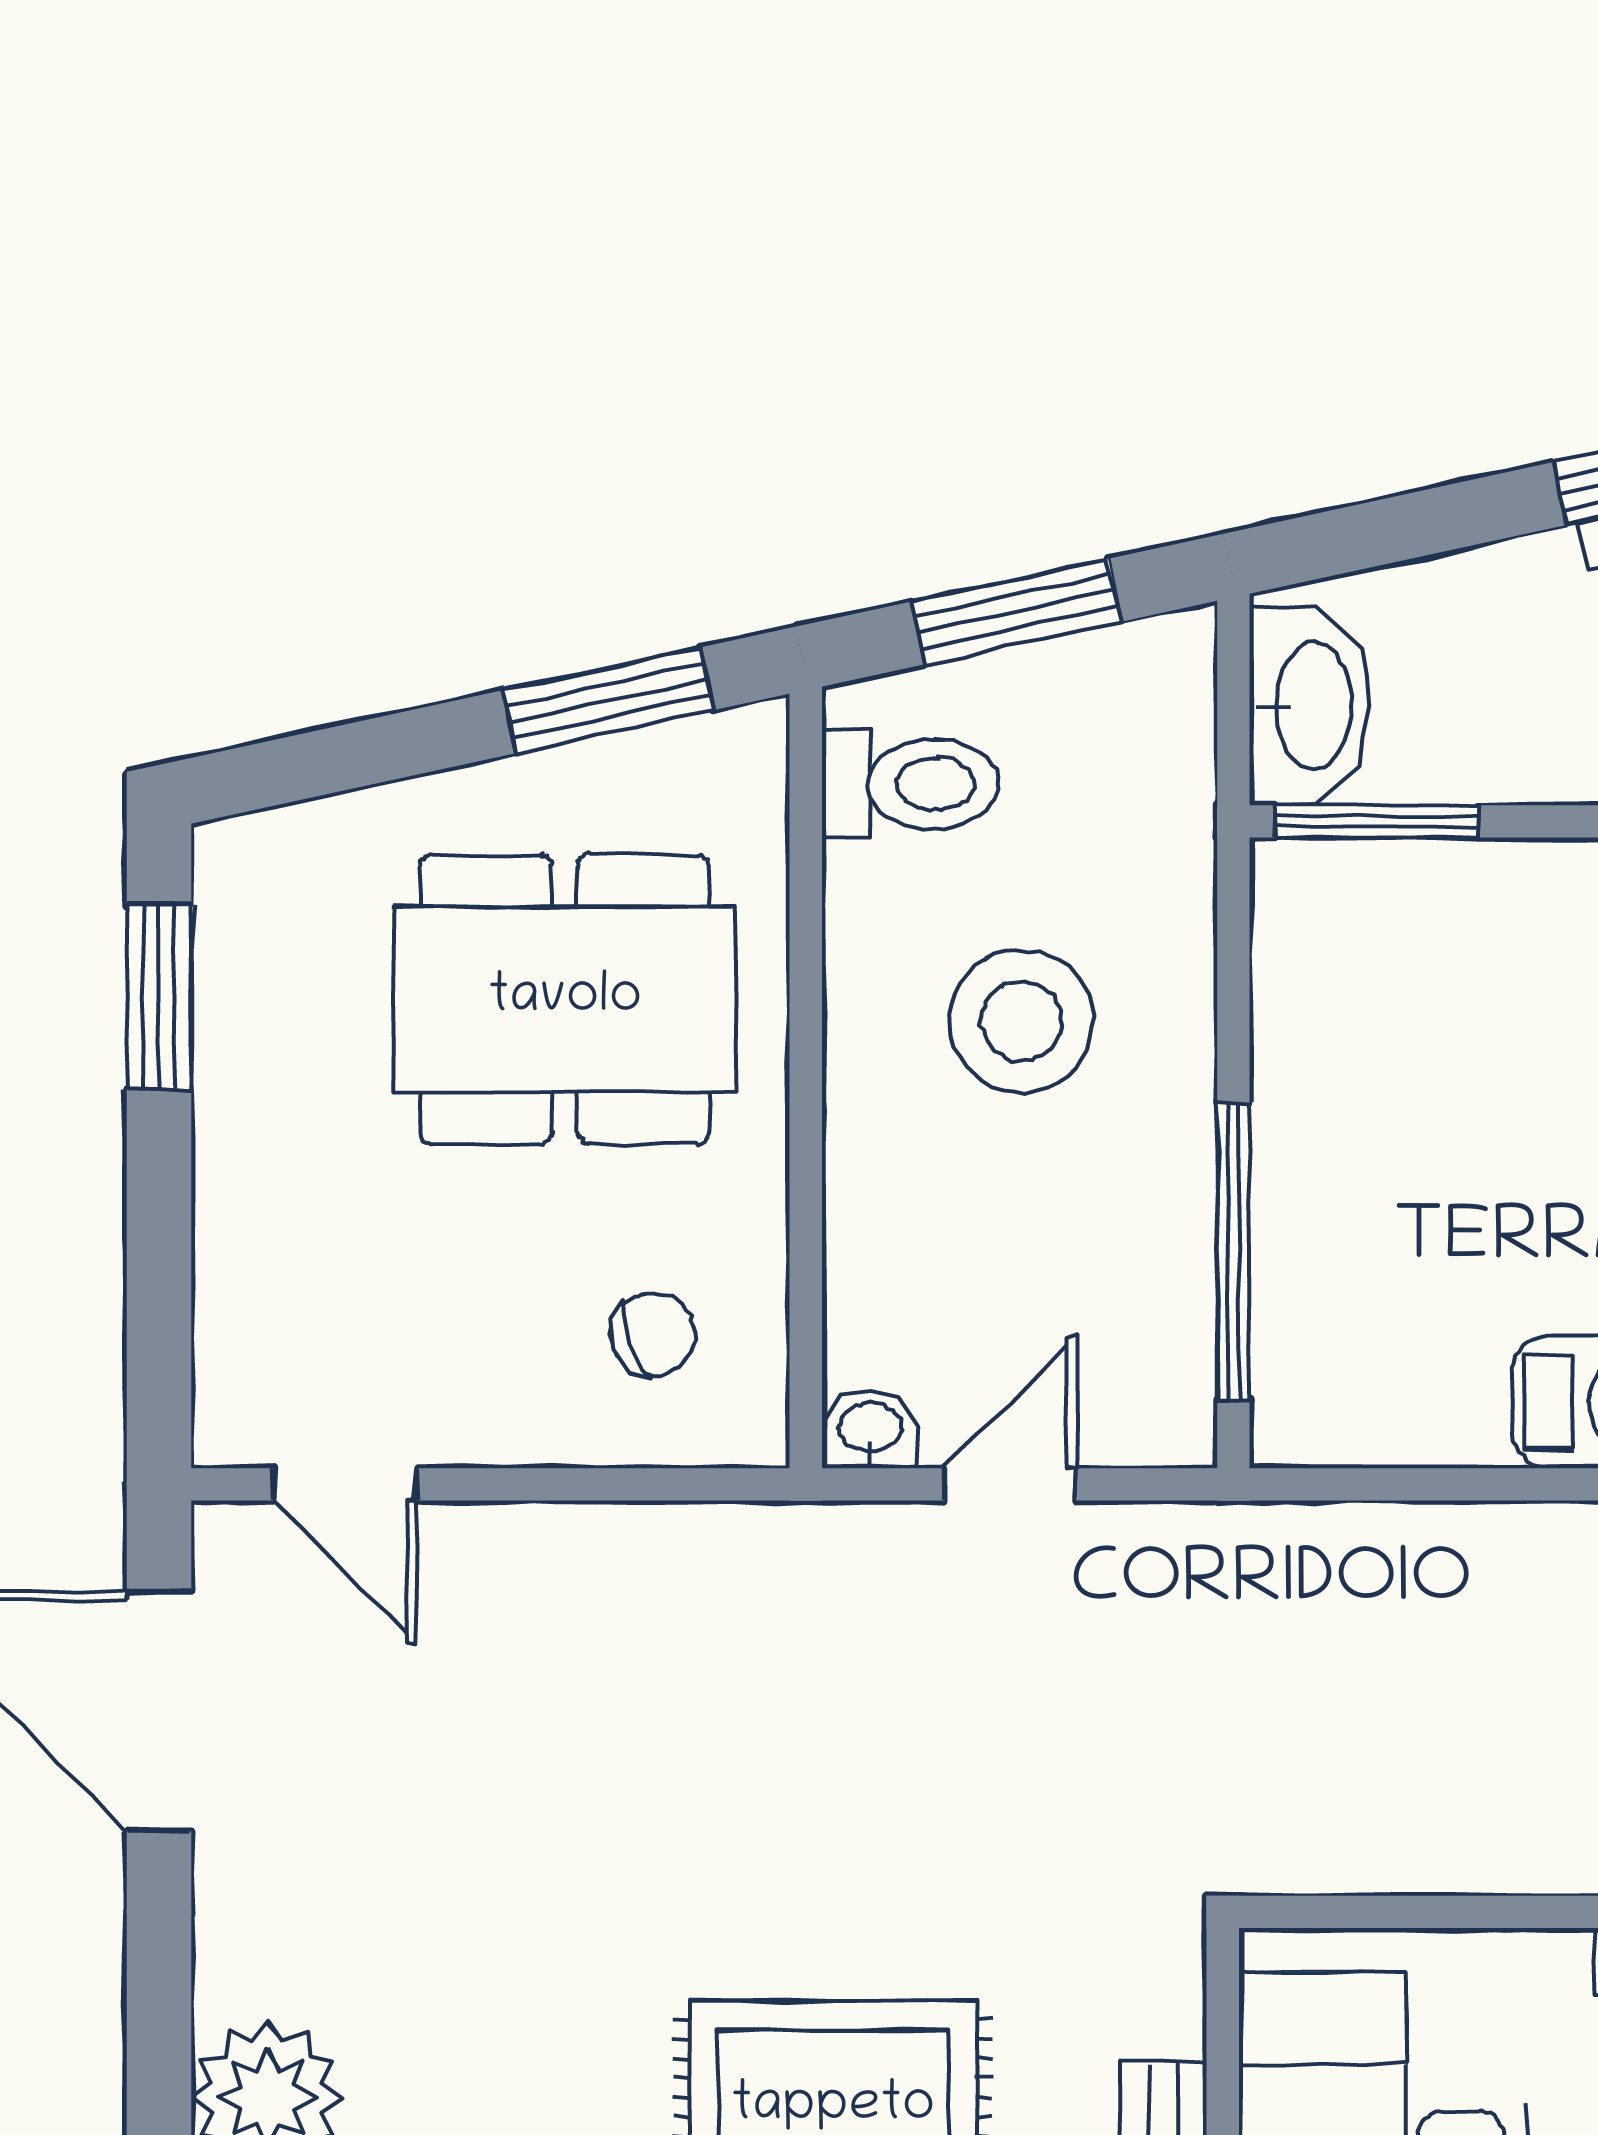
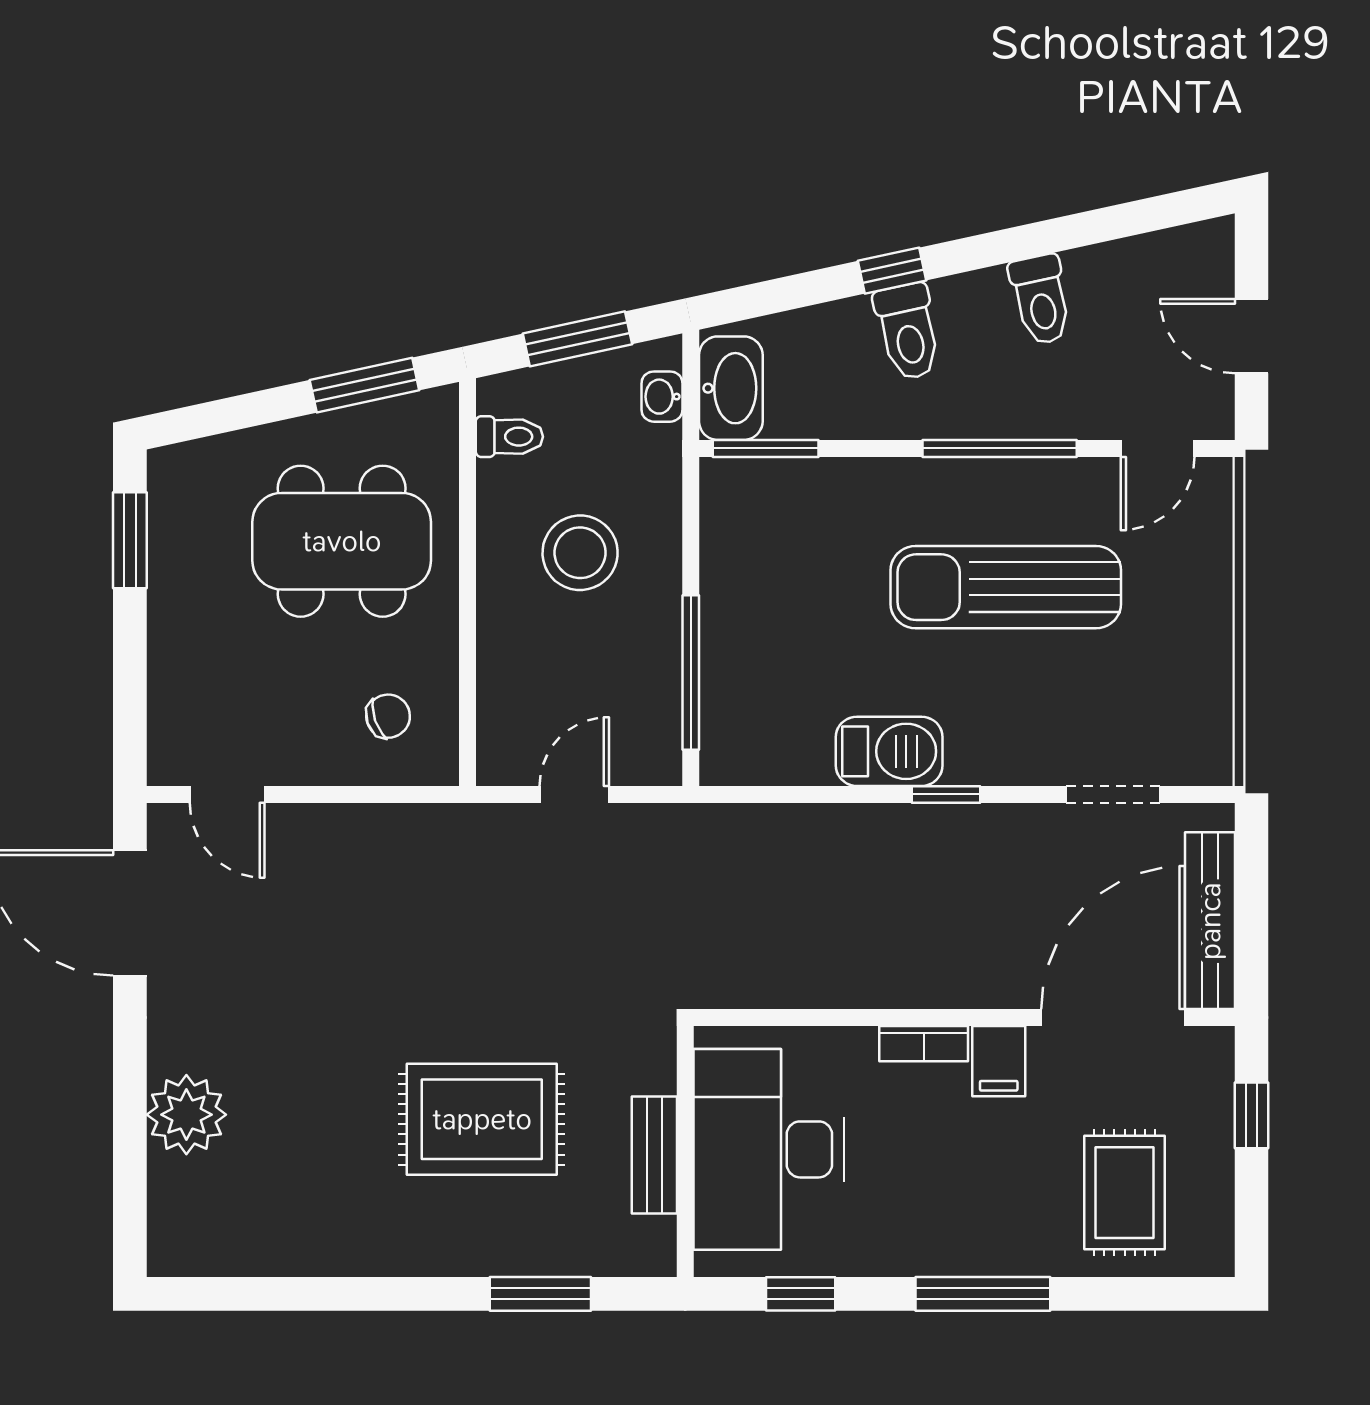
toilet: (911, 784) -> (509, 437), width x0.73, depth x0.72
washbasin: (870, 1429) -> (662, 397), moved, turned -90

